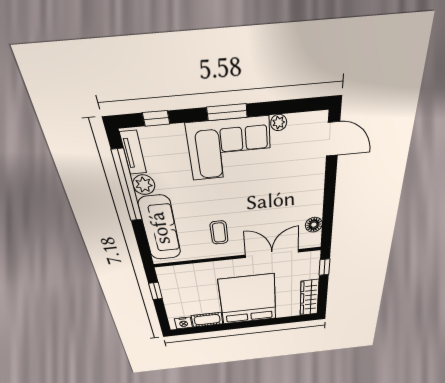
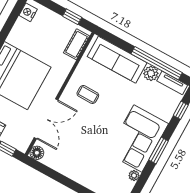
floor lamp: (314, 225) -> (37, 153), moved
cot: (207, 320) -> (76, 44), moved

